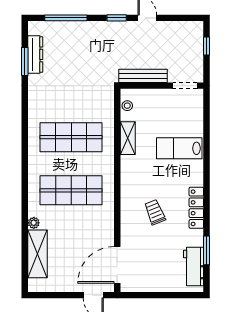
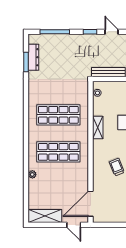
shelving: (128, 138) -> (98, 127), moved
shelving: (37, 254) -> (45, 216), moved, turned 90

